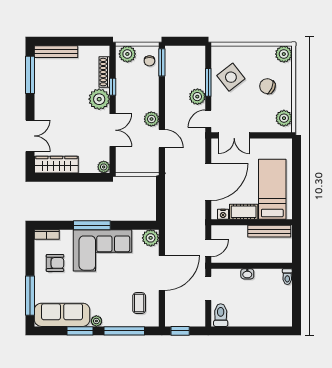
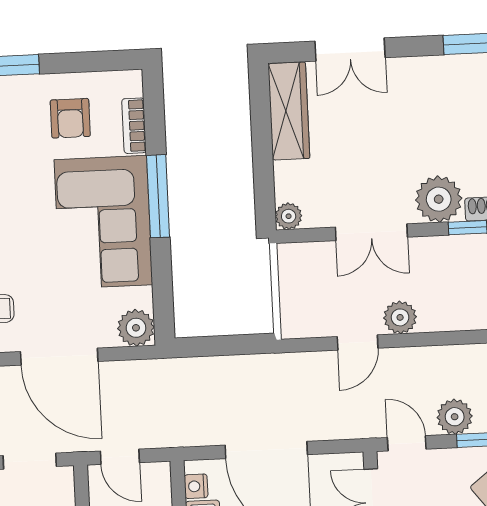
bookcase: (47, 234) -> (134, 126), moved

